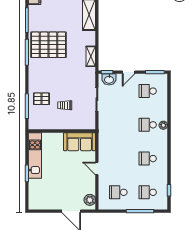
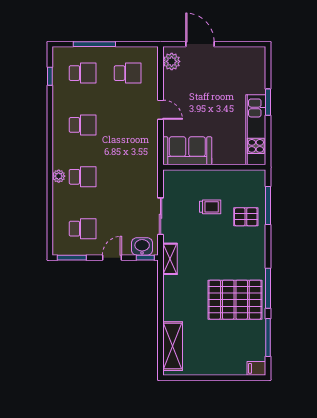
shelving: (91, 56) -> (170, 259), moved

